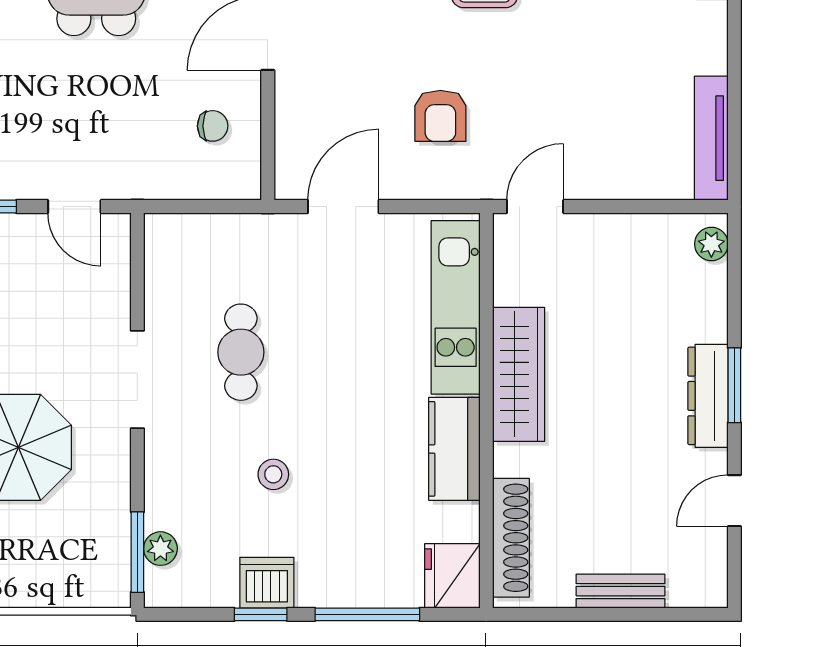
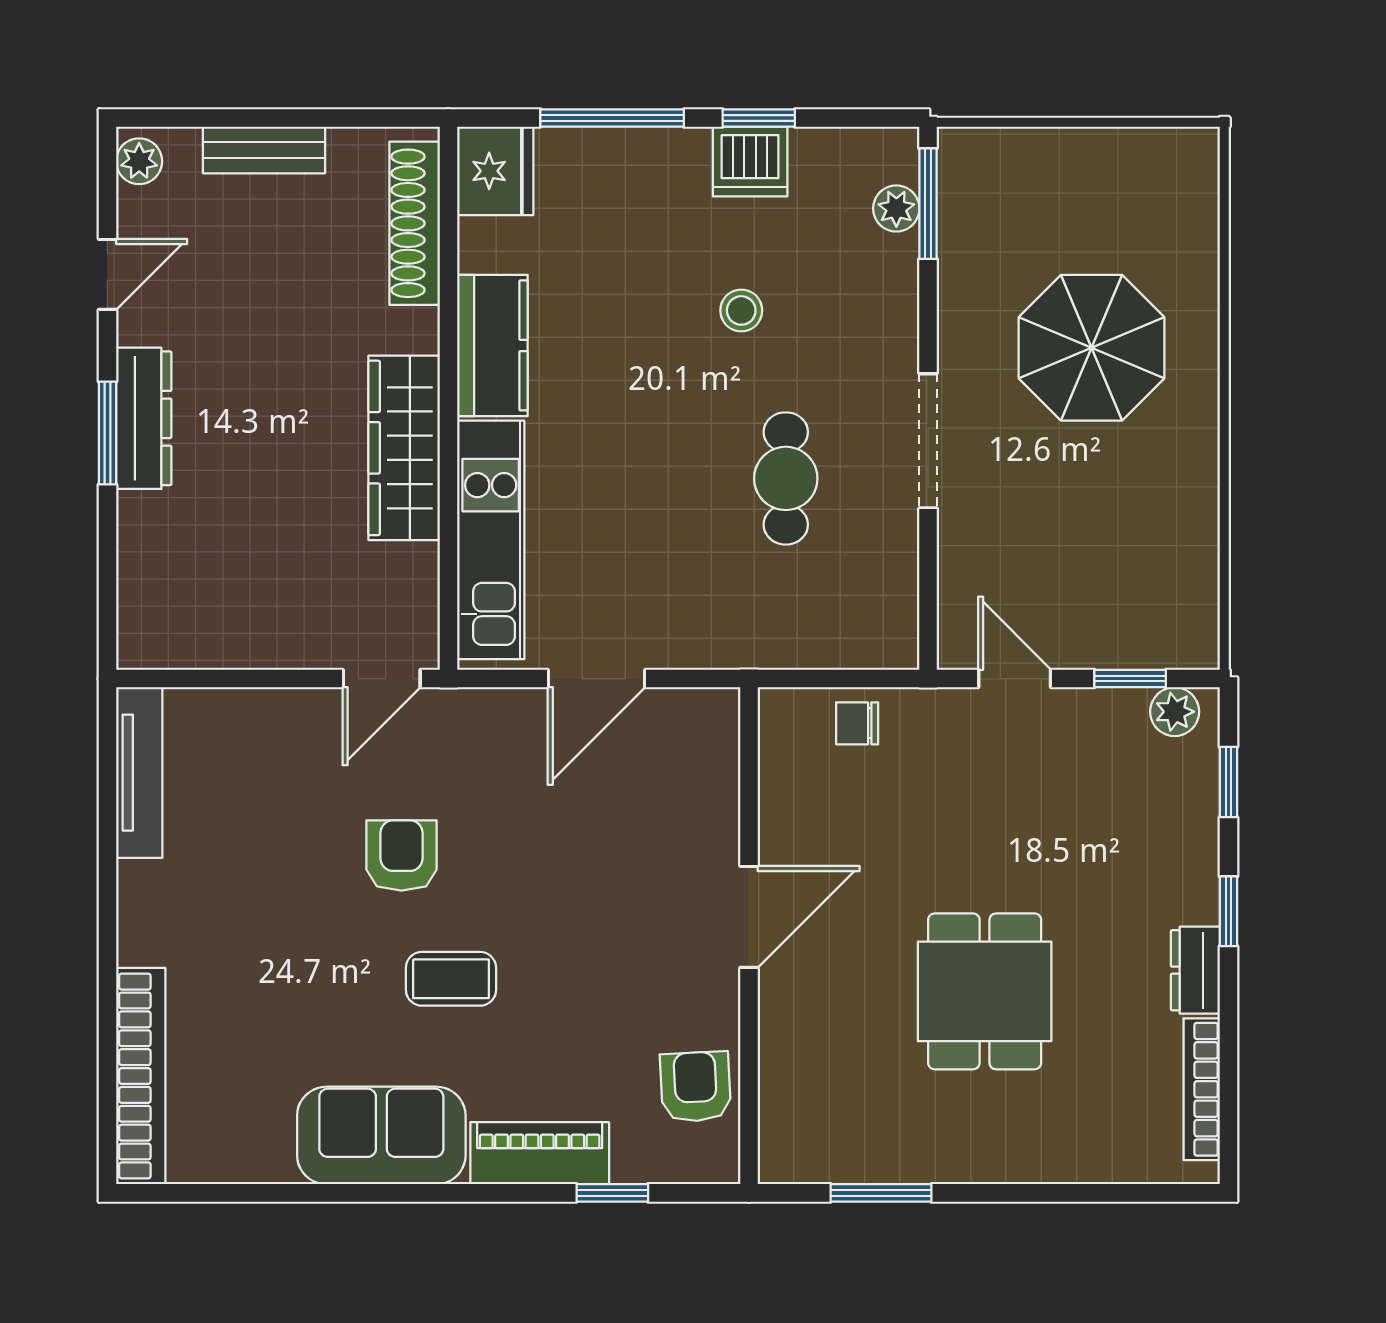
armchair: (440, 116) -> (402, 855), moved
chair: (213, 126) -> (857, 723), moved
door: (343, 207) -> (597, 679), moved
plant: (711, 244) -> (139, 161), moved

